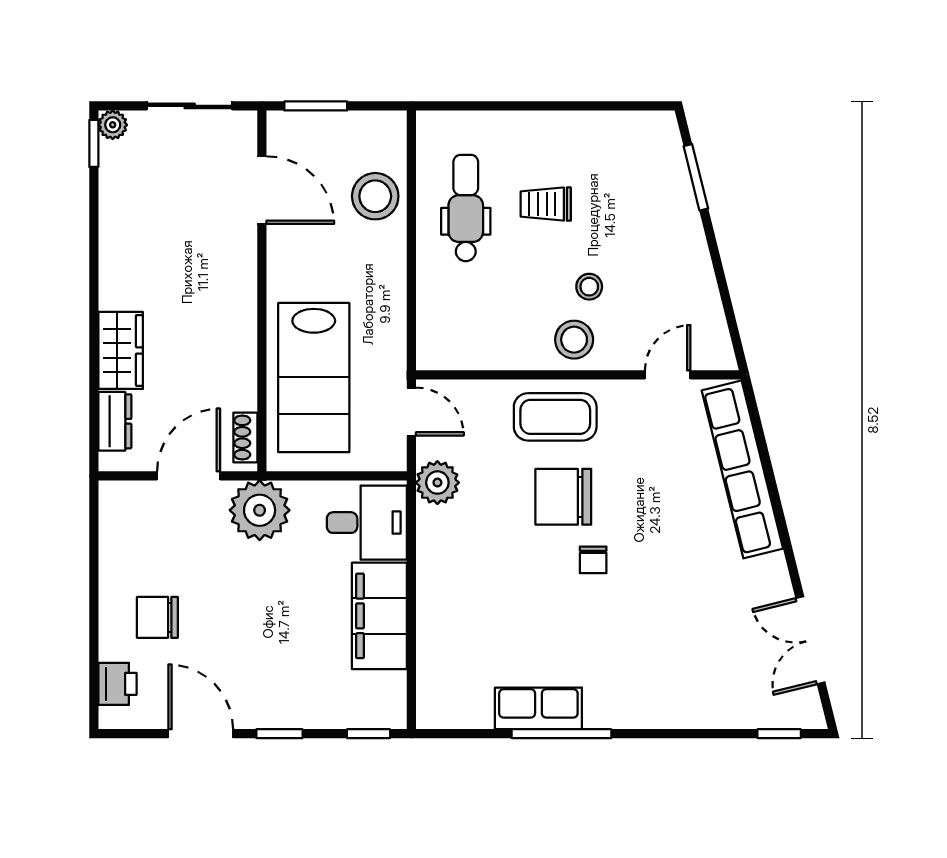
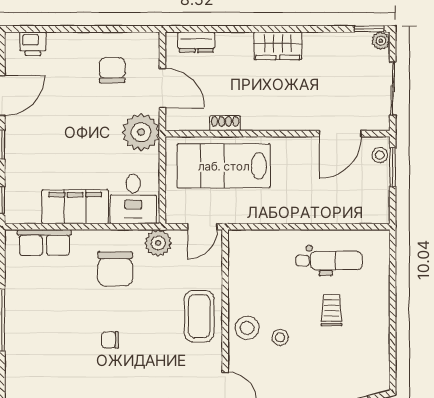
stool: (375, 196) -> (380, 155), moved, width x0.53, depth x0.53
wardrobe: (121, 350) -> (278, 46), moved
shoe rack: (245, 438) -> (225, 123), moved
chair: (563, 497) -> (115, 269), moved, turned 180
chair: (157, 617) -> (112, 70), moved
row of seats: (538, 708) -> (44, 242), moved, turned 90

